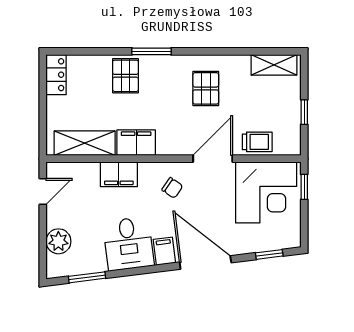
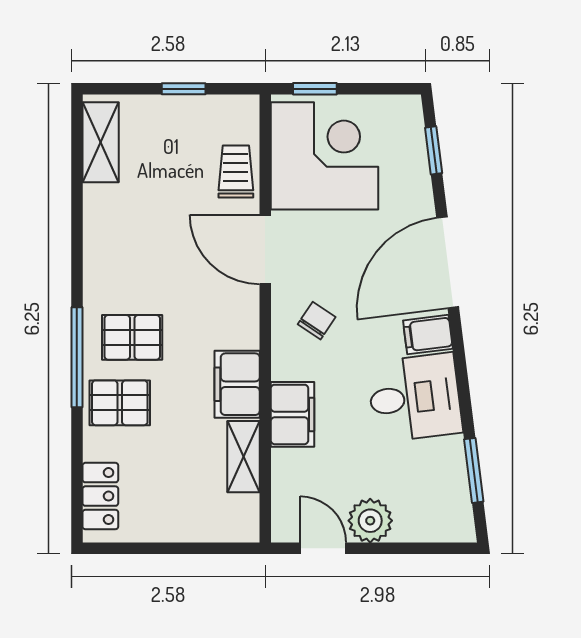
window: (152, 51) -> (77, 357), width x1.44
locker: (56, 75) -> (100, 496), moved, turned 90
pallet: (206, 88) -> (132, 337), moved
shelving: (85, 143) -> (243, 457), width x0.67, depth x0.75
plant: (58, 241) -> (370, 521), moved

